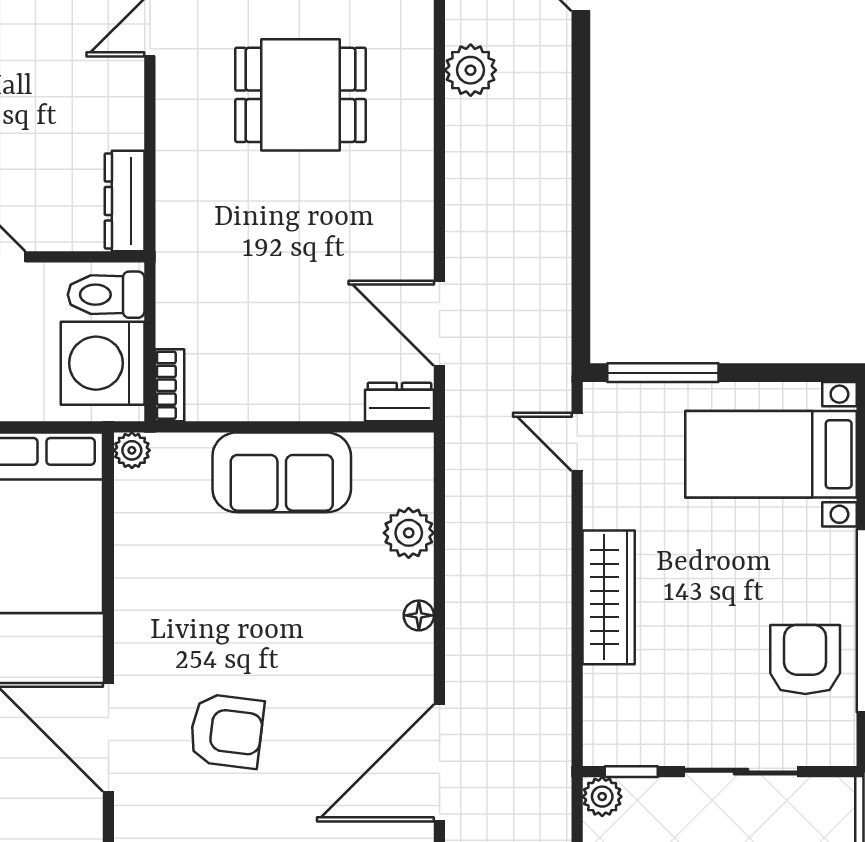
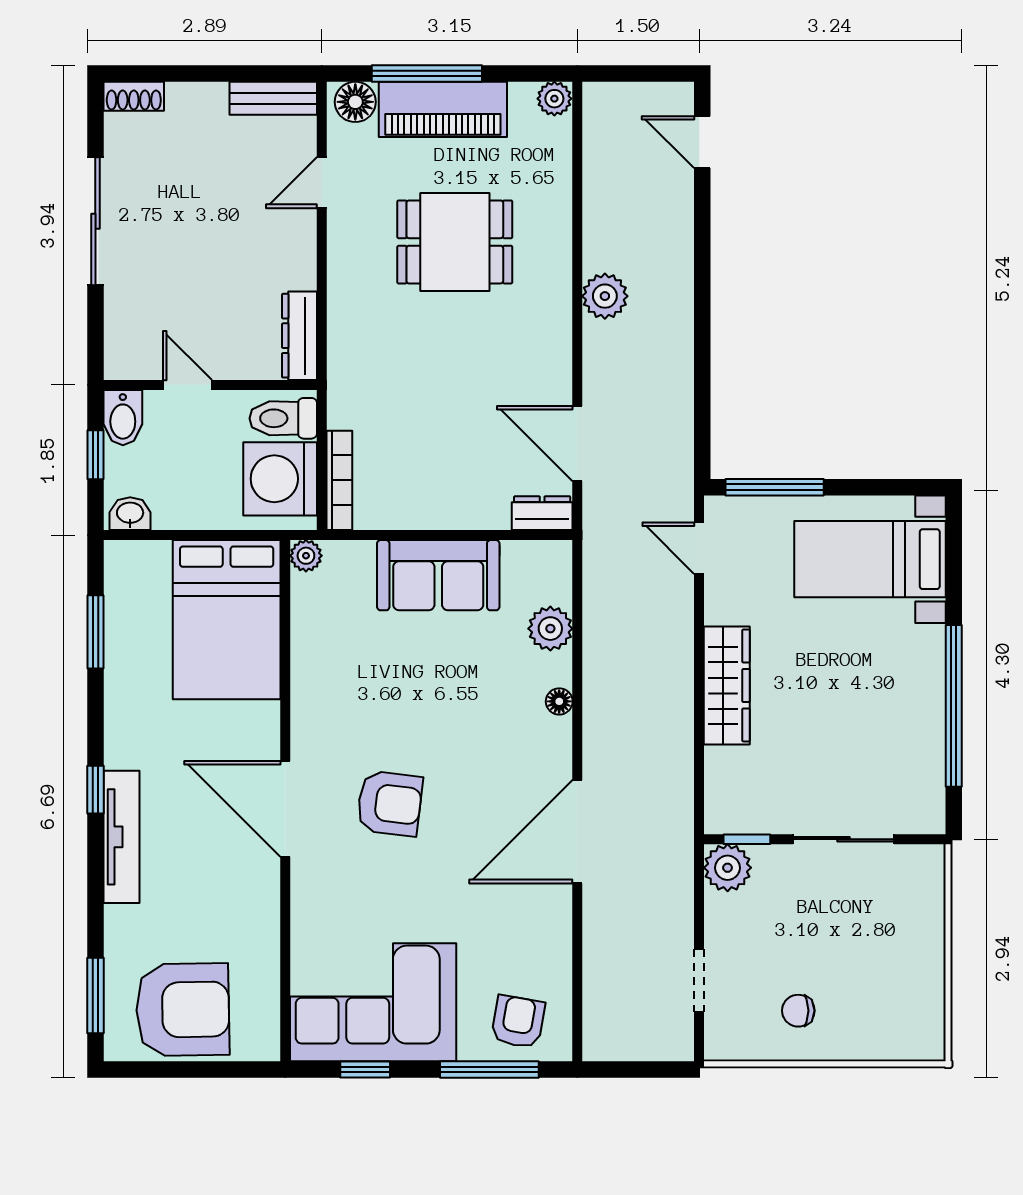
plant: (471, 70) -> (605, 296), moved
bookcase: (170, 385) -> (339, 480), width x1.56
armchair: (805, 659) -> (900, 740), removed
plant: (602, 797) -> (728, 868), width x1.38, depth x1.38

